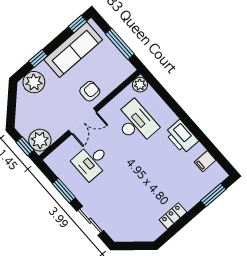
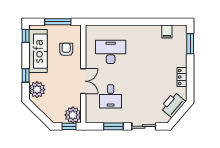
plant: (140, 85) -> (91, 31), removed
armchair: (90, 91) -> (66, 50), moved
printer: (182, 137) -> (173, 105), moved, turned 131

